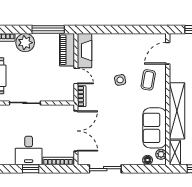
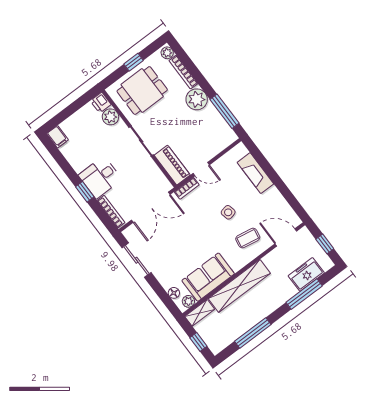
piano: (67, 50) -> (172, 165), moved, turned 90
fireplace: (85, 51) -> (255, 173), moved, turned 90
door: (76, 76) -> (201, 169), hinge flipped

